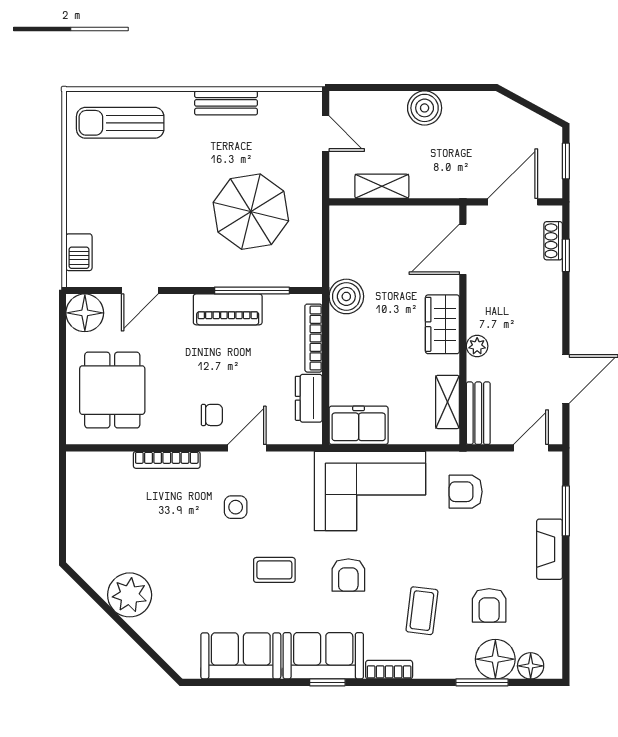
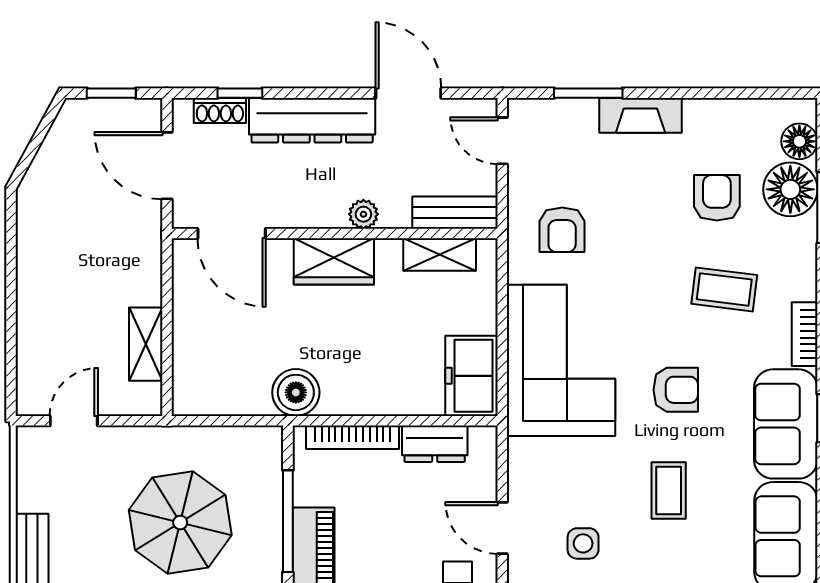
boiler: (425, 108) -> (39, 286), removed
dresser: (546, 308) -> (312, 120), added
armchair: (489, 605) -> (717, 198), turned -90

